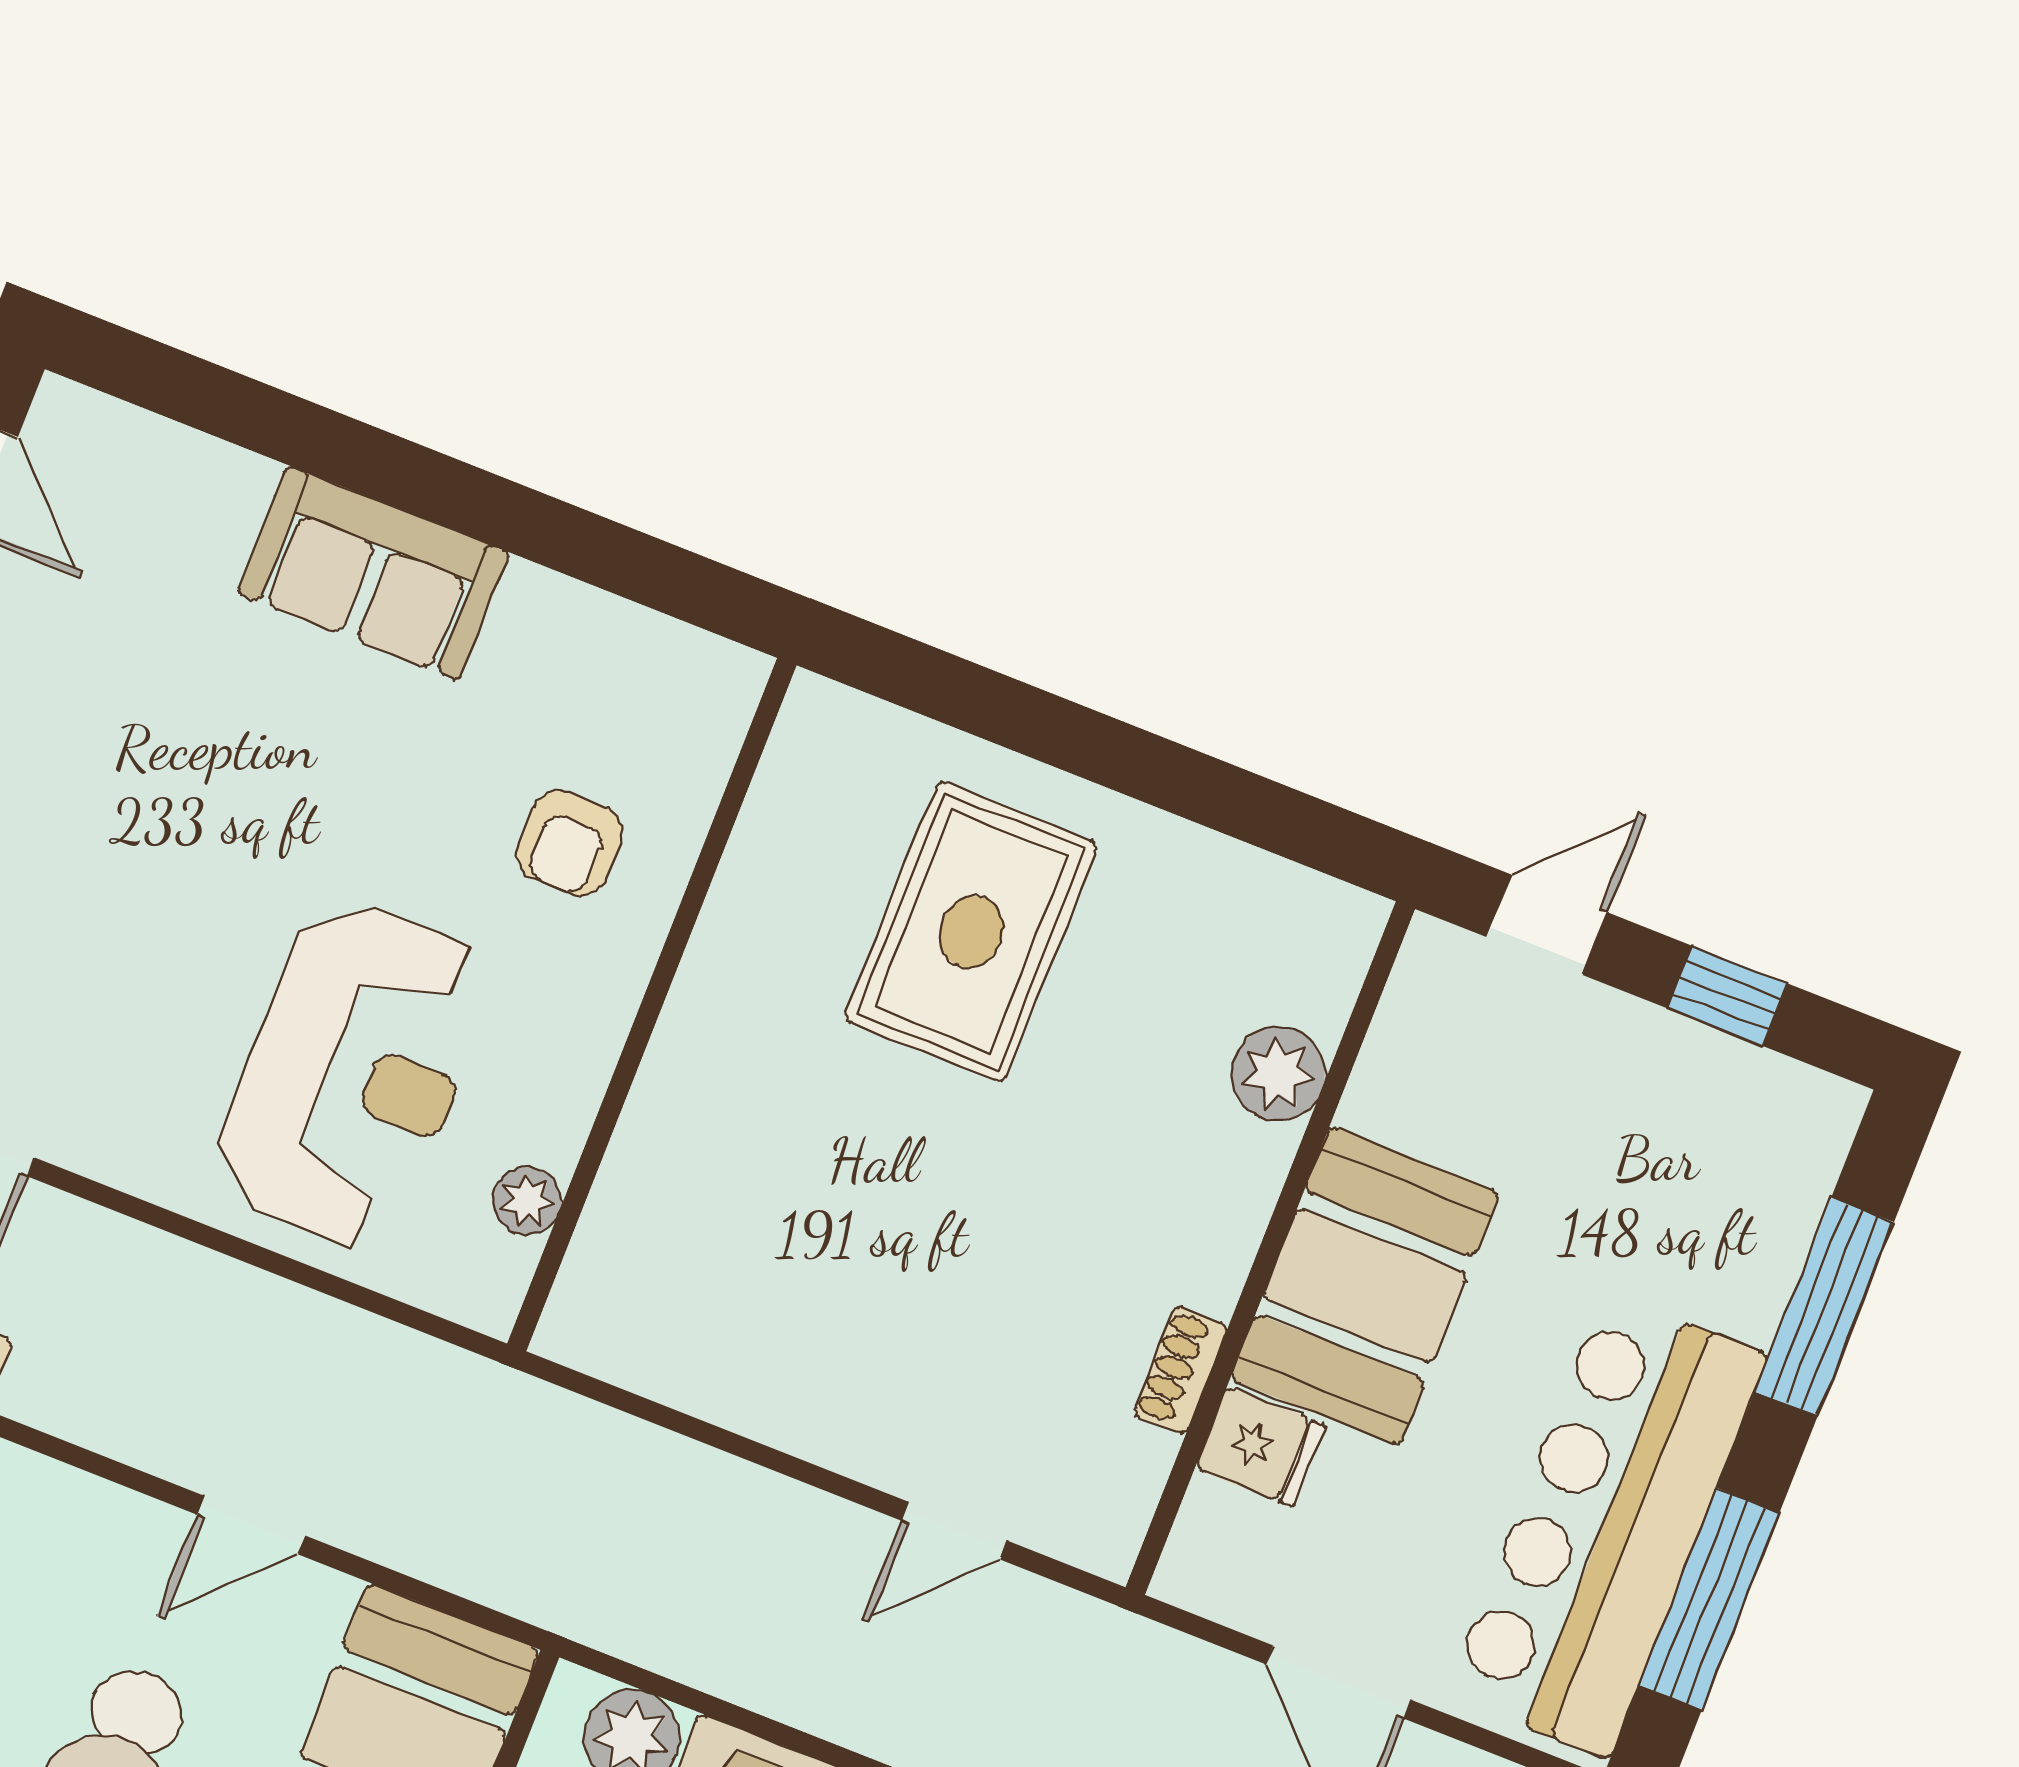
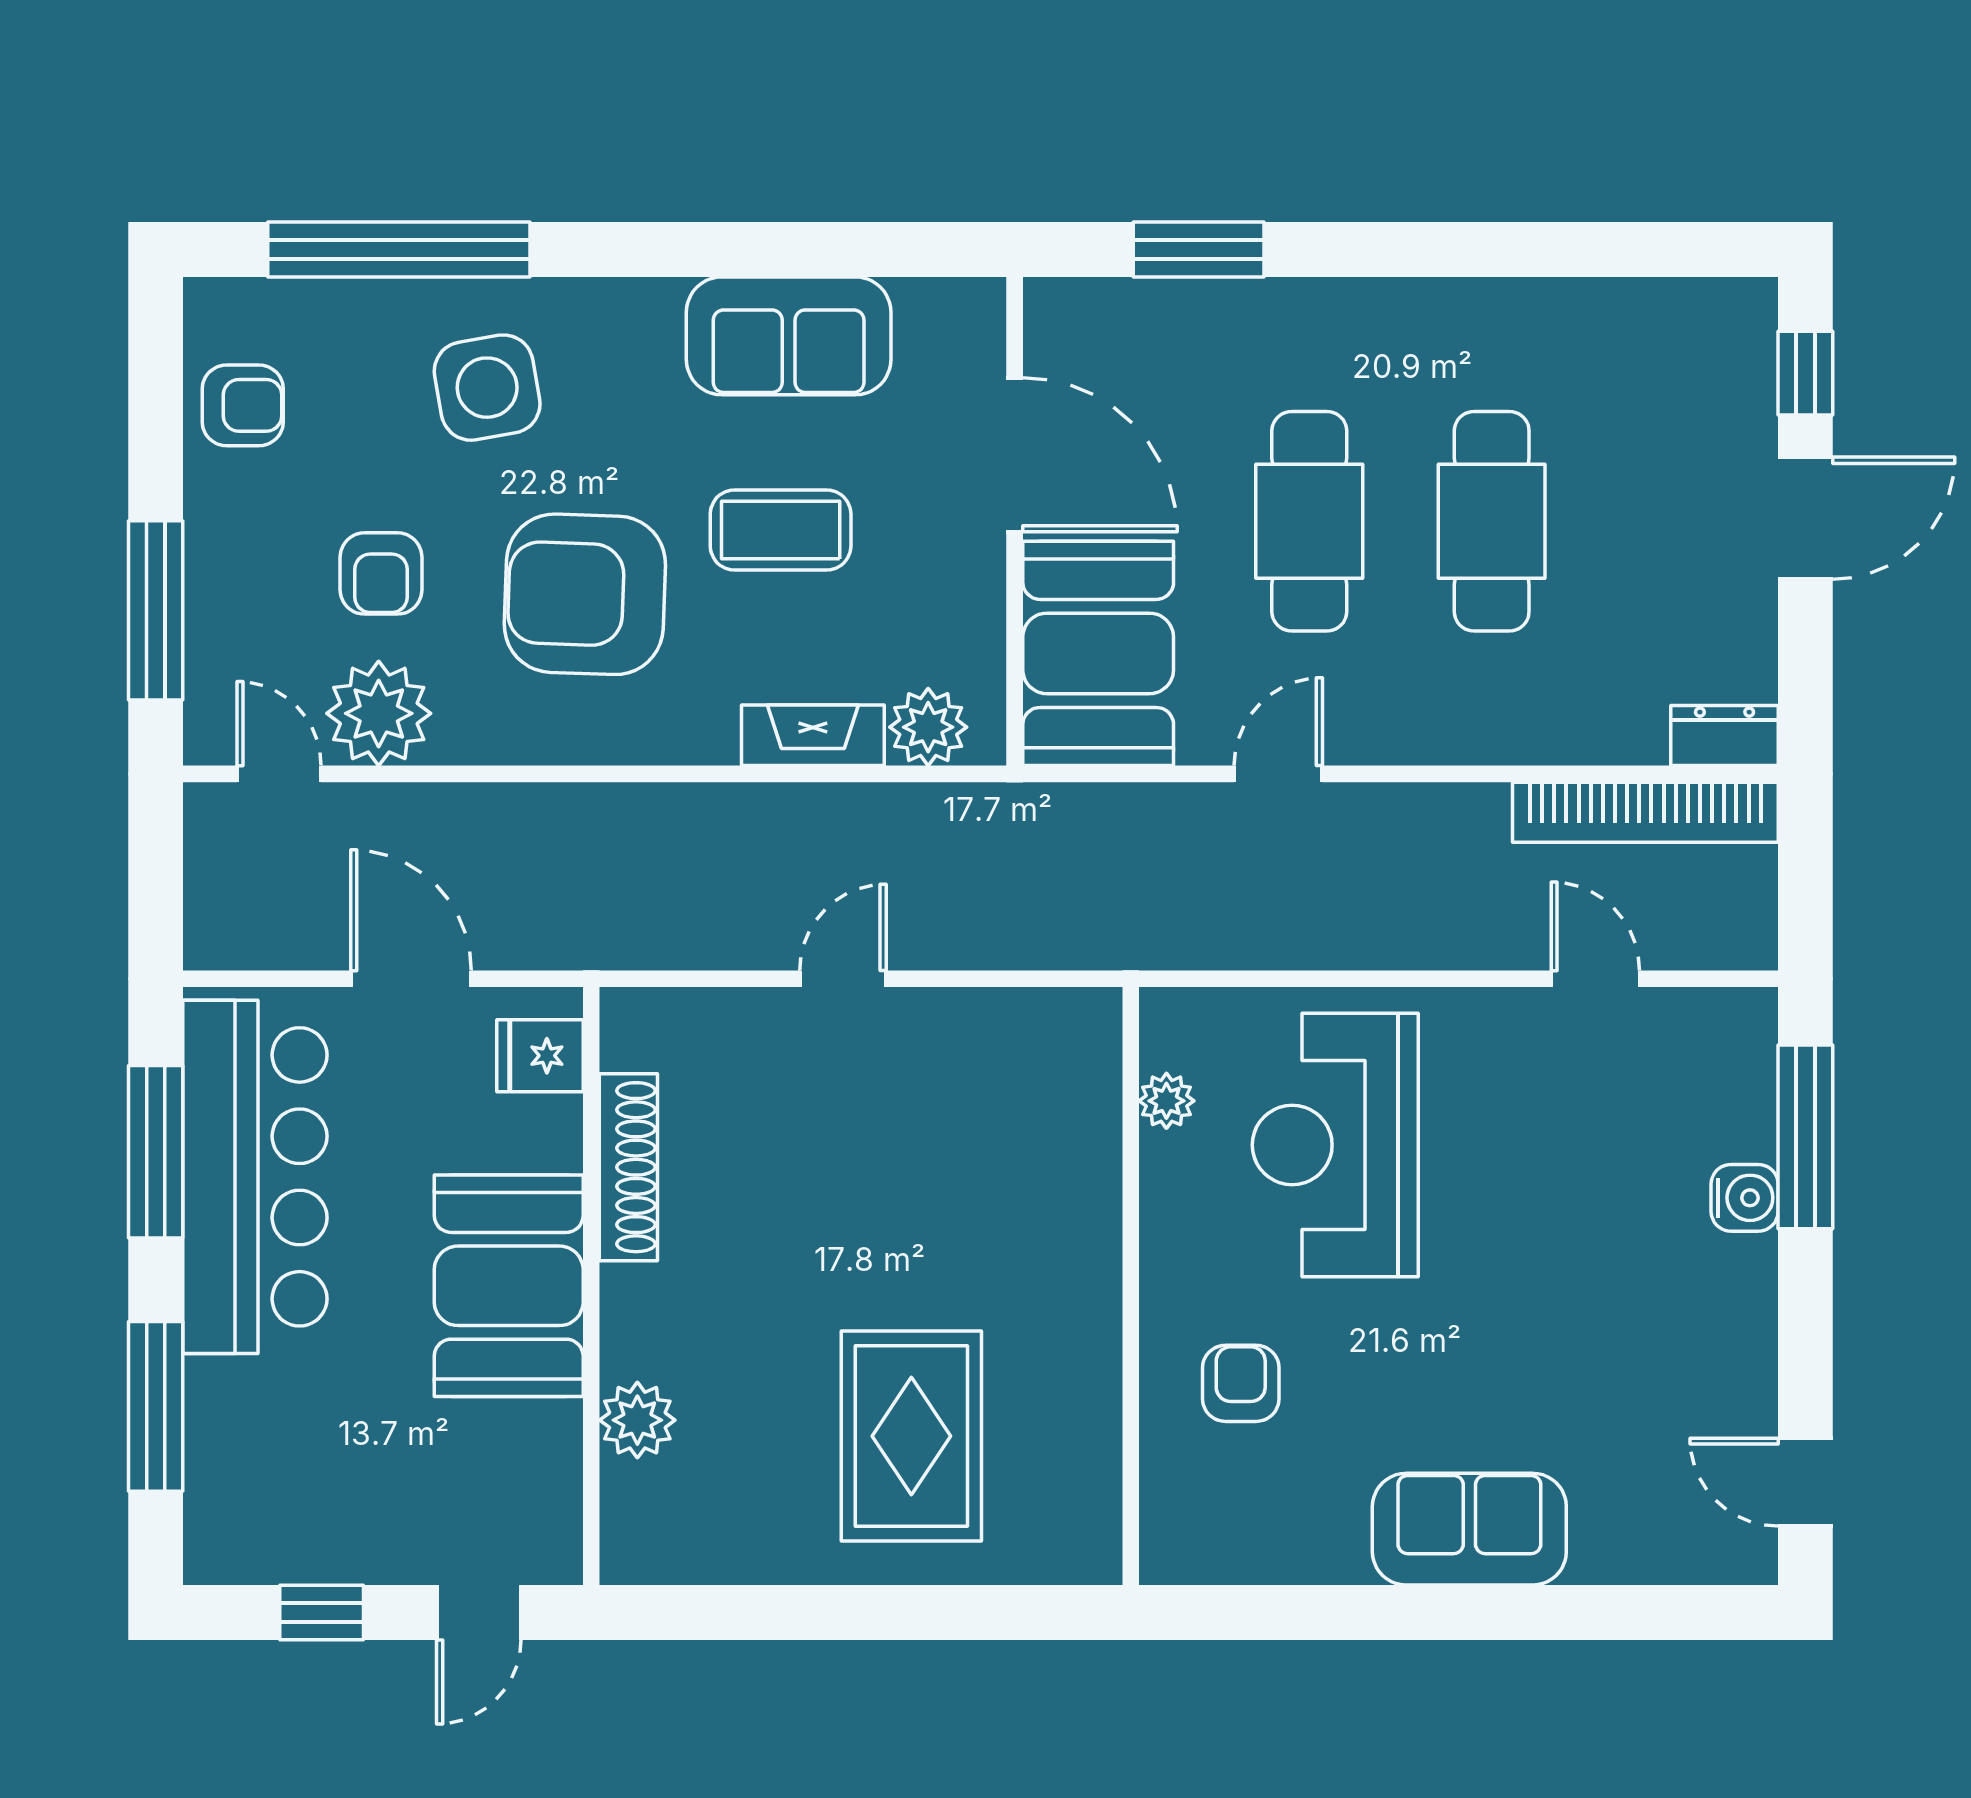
shoe rack: (1180, 1370) -> (628, 1167), width x1.94, depth x1.24
fridge: (1260, 1446) -> (540, 1056), moved
door: (955, 1531) -> (843, 979), moved

